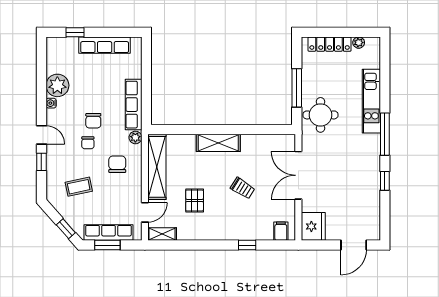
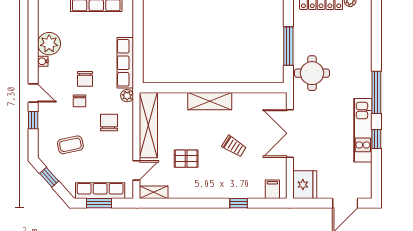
kitchen unit: (371, 101) -> (363, 130), moved
pallet: (195, 200) -> (186, 159), turned 90
window: (66, 229) -> (49, 177), moved

